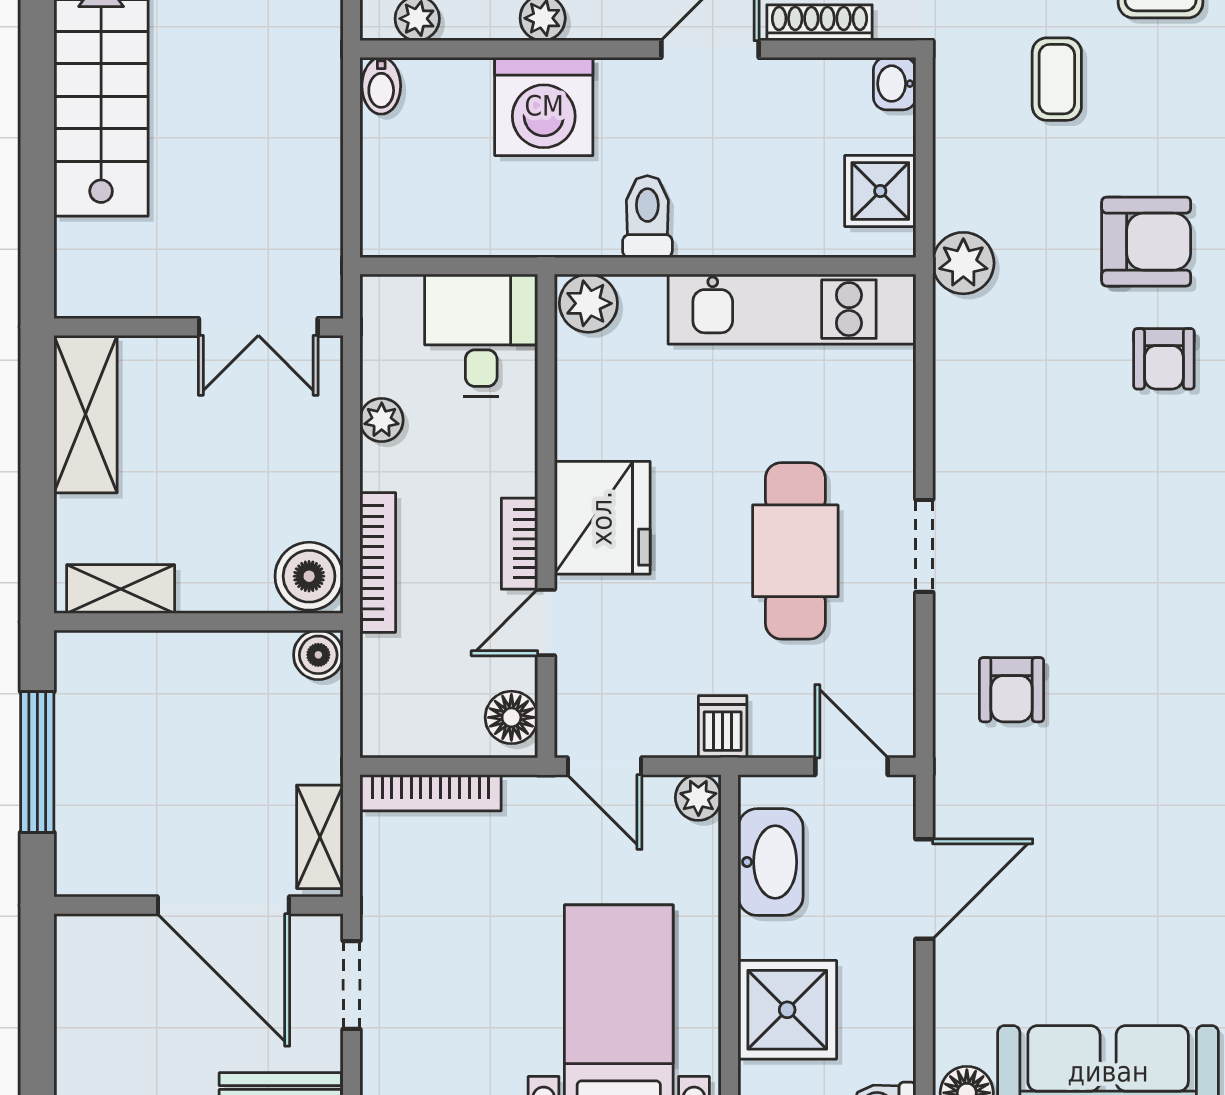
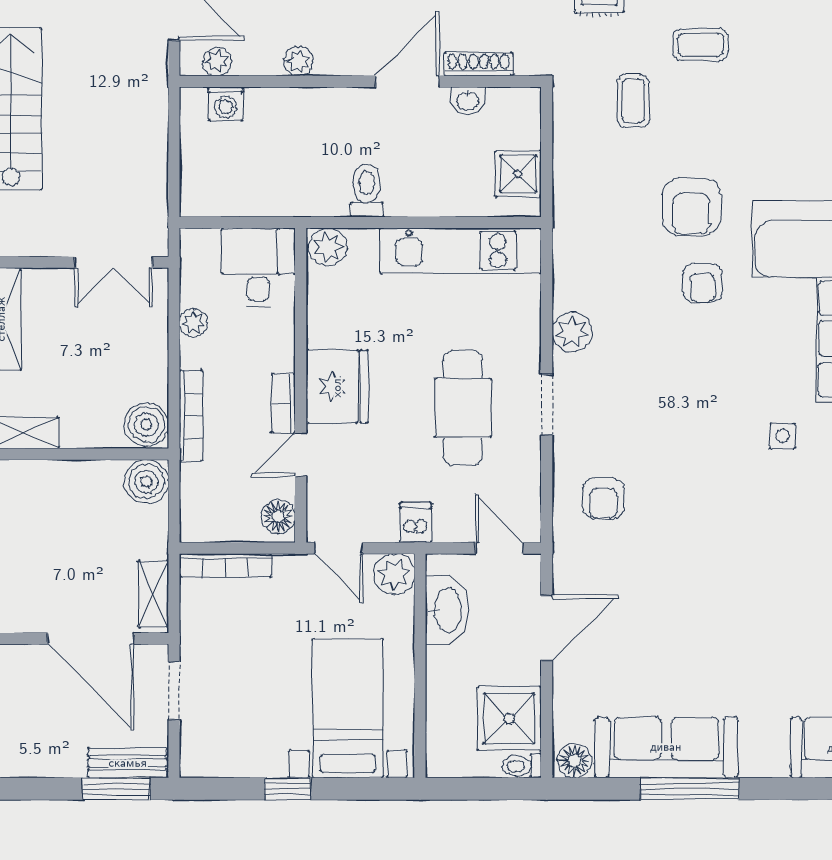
washbasin: (895, 84) -> (468, 101), moved, turned -90
bidet: (381, 86) -> (193, 105), removed
washing machine: (544, 106) -> (226, 104), moved, width x0.53, depth x0.53
armchair: (1146, 242) -> (691, 207), turned 90
plant: (963, 263) -> (572, 332), moved
boiler: (318, 655) -> (147, 482), width x1.36, depth x1.36
plant: (698, 798) -> (394, 574), width x1.38, depth x1.38
shower: (787, 1010) -> (509, 719), moved

